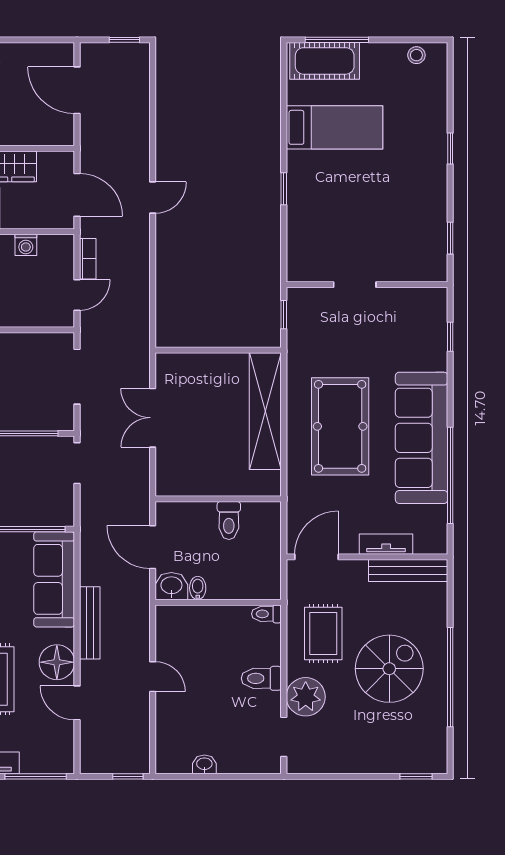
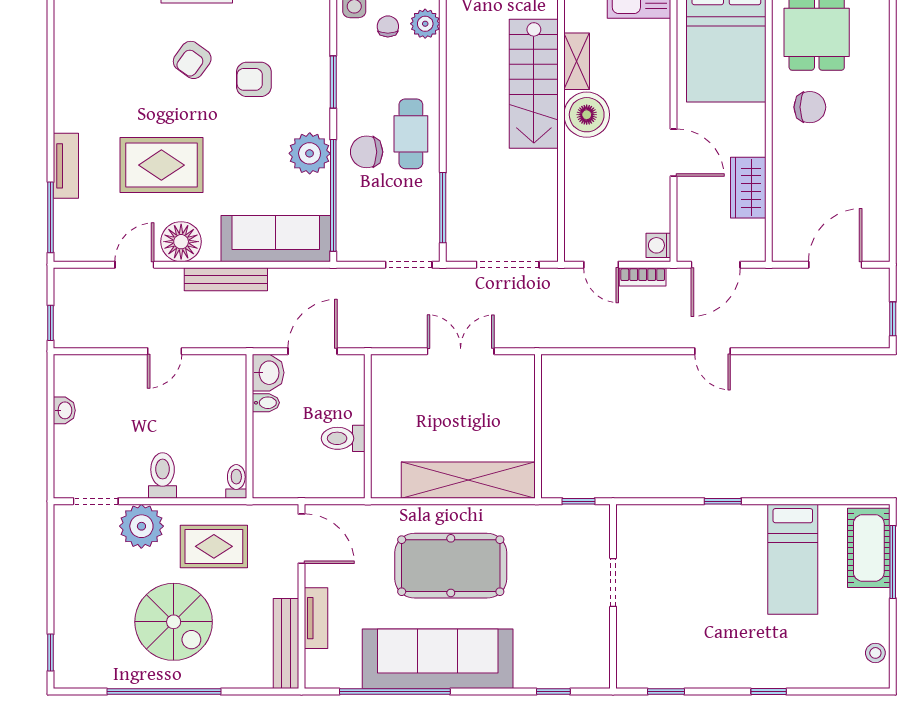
washing machine: (26, 245) -> (658, 245), moved

